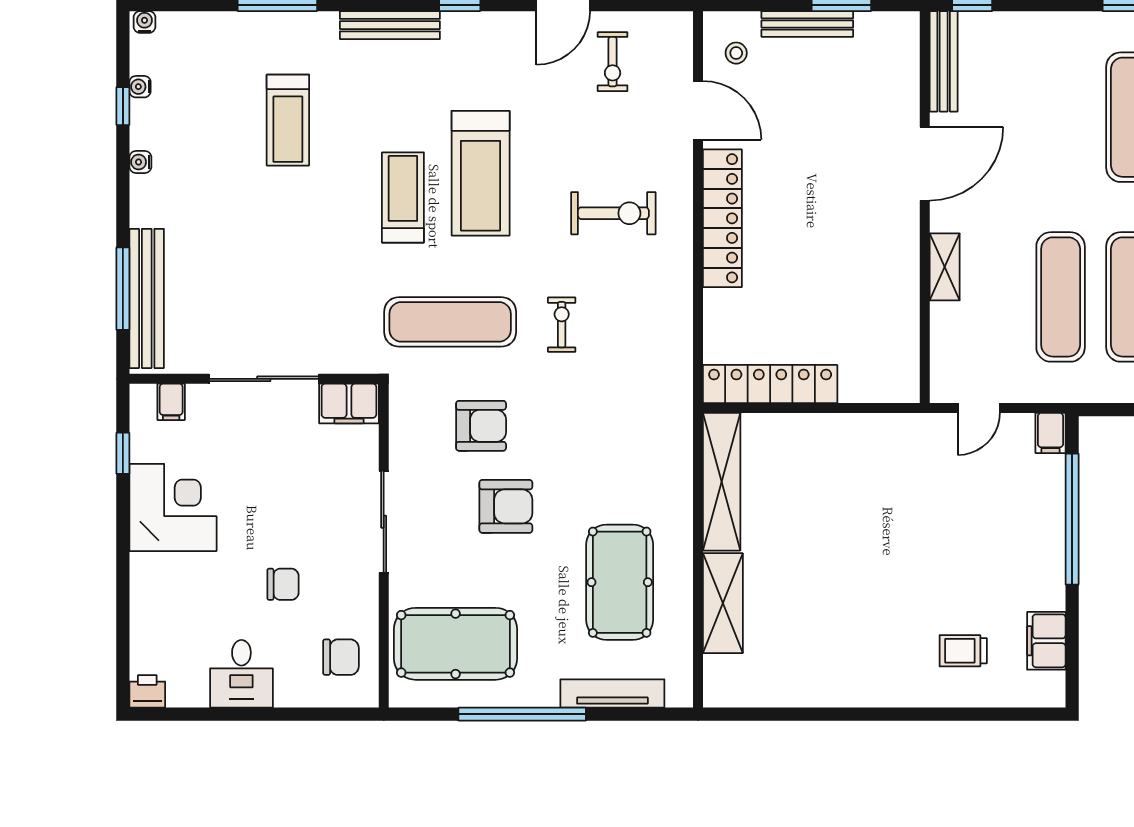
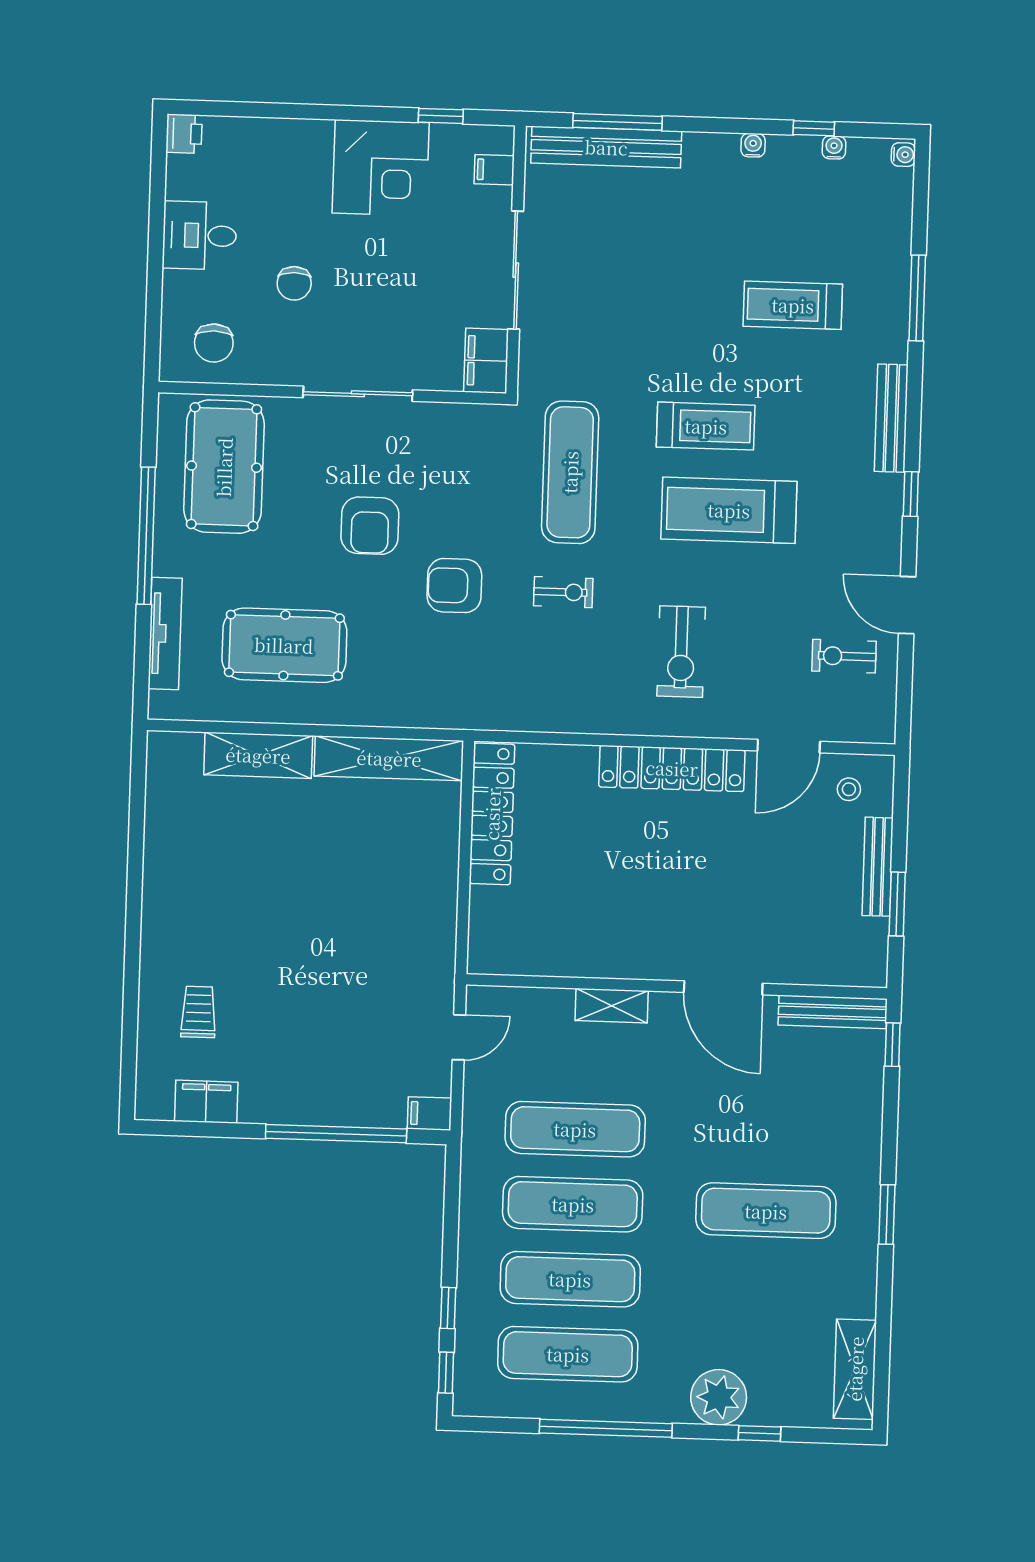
door: (979, 408) -> (459, 1037), swing flipped
armchair: (481, 426) -> (454, 586), moved, turned 90

